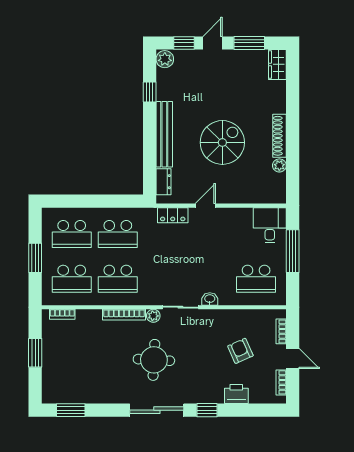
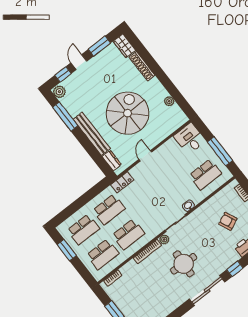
window: (150, 92) -> (65, 117), width x2.17
shoe rack: (279, 136) -> (142, 66), moved
spiral stairs: (222, 142) -> (128, 113), width x1.37, depth x1.37
locker: (173, 215) -> (122, 182), moved
window: (293, 251) -> (220, 151), moved
window: (35, 258) -> (67, 250), moved

